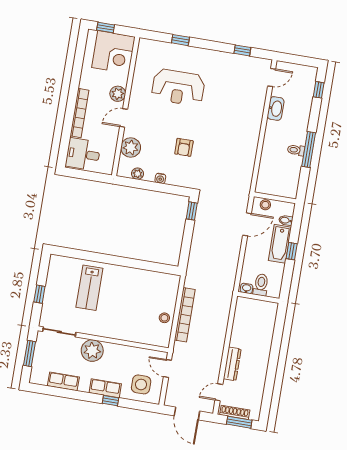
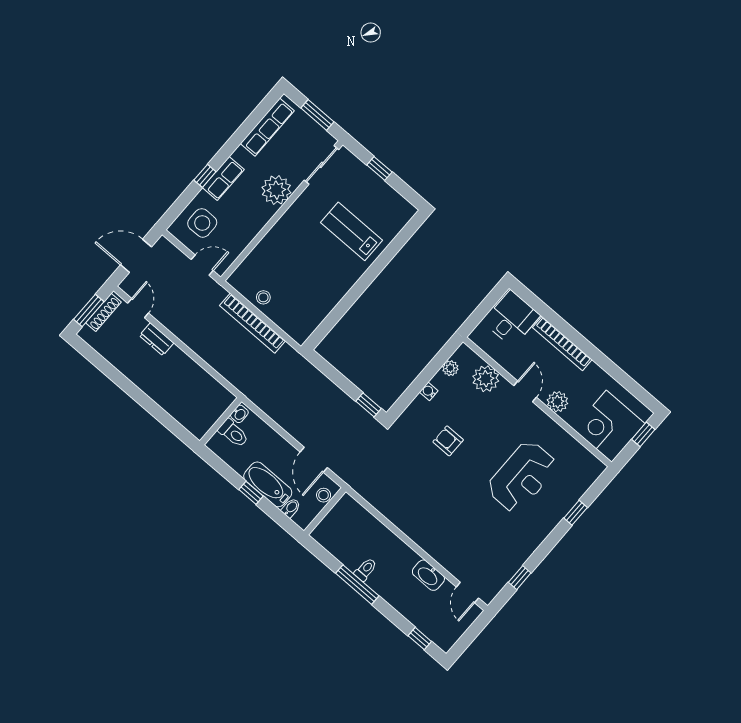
reception desk: (178, 87) -> (522, 477), turned 180
dresser: (232, 364) -> (157, 339), width x0.70
row of seats: (63, 381) -> (267, 127), width x1.48

